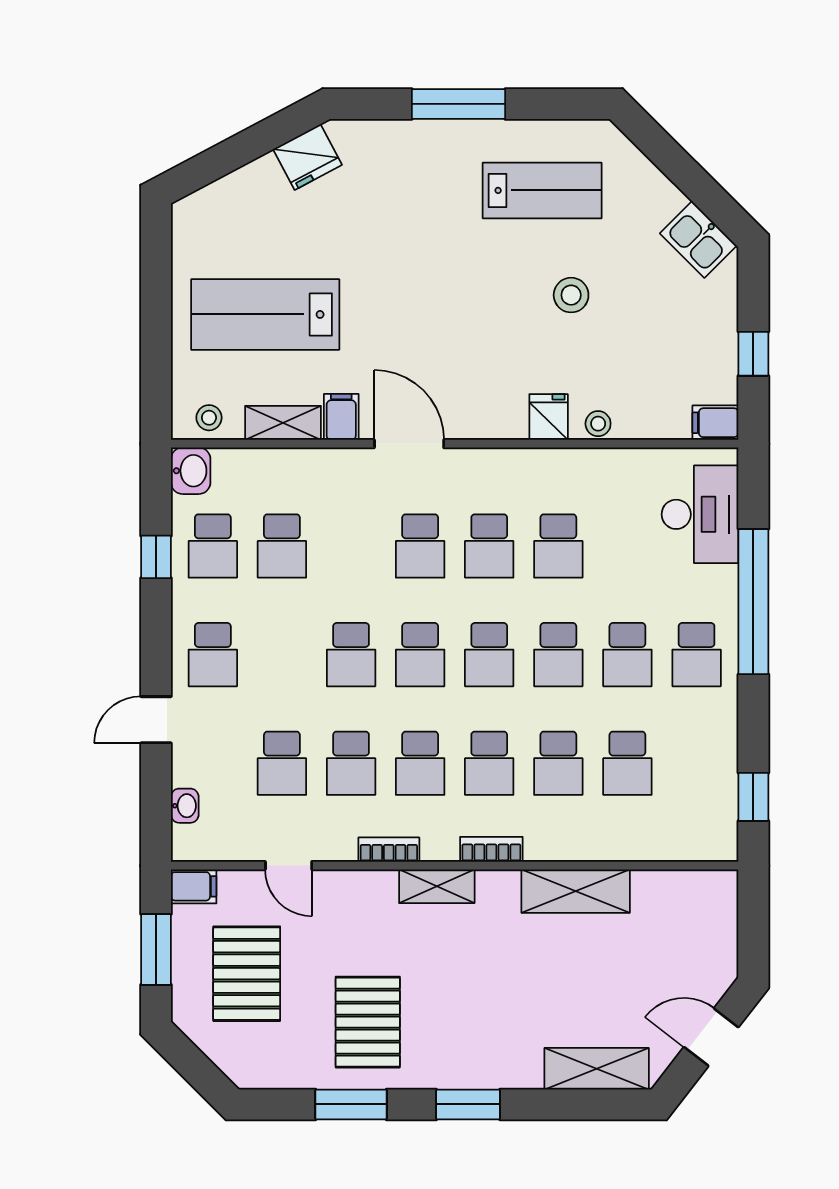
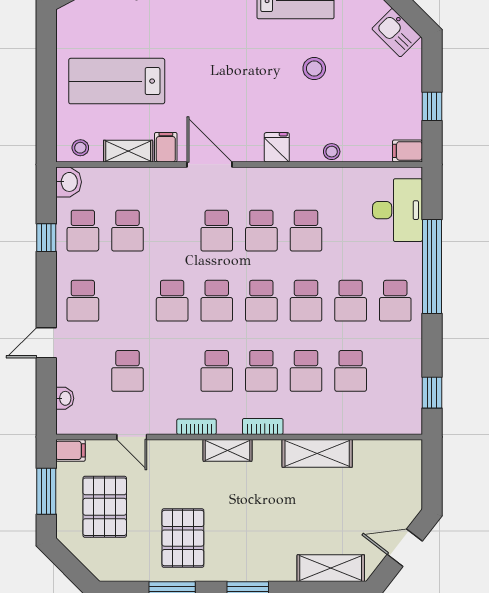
fridge: (549, 417) -> (277, 147), moved
school desk: (351, 763) -> (172, 371), removed

